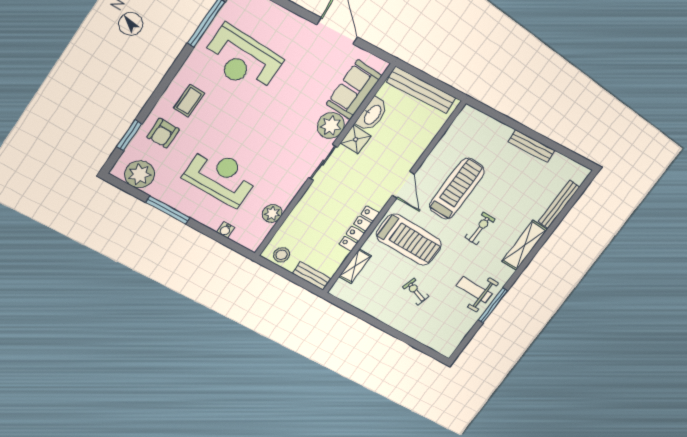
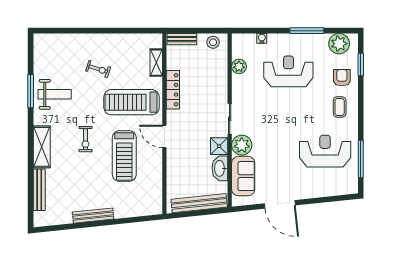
reception desk: (221, 177) -> (288, 71), turned 180

